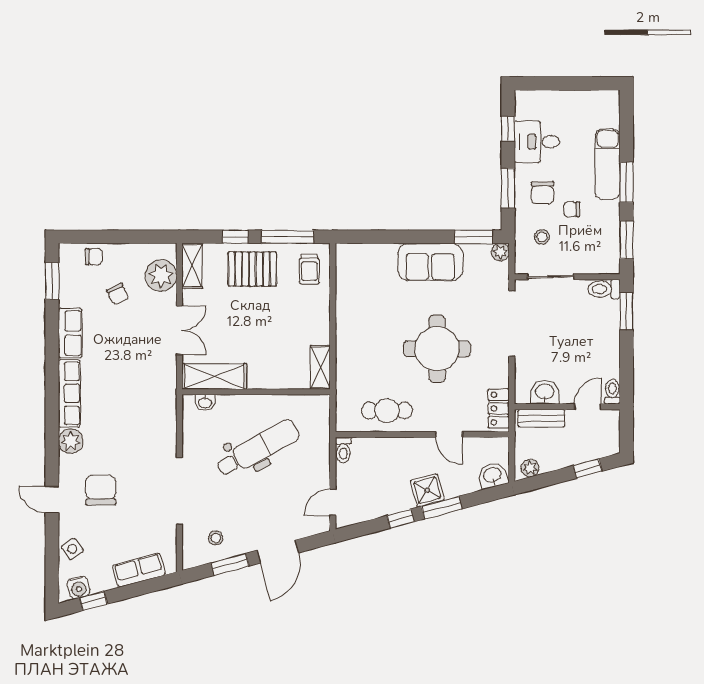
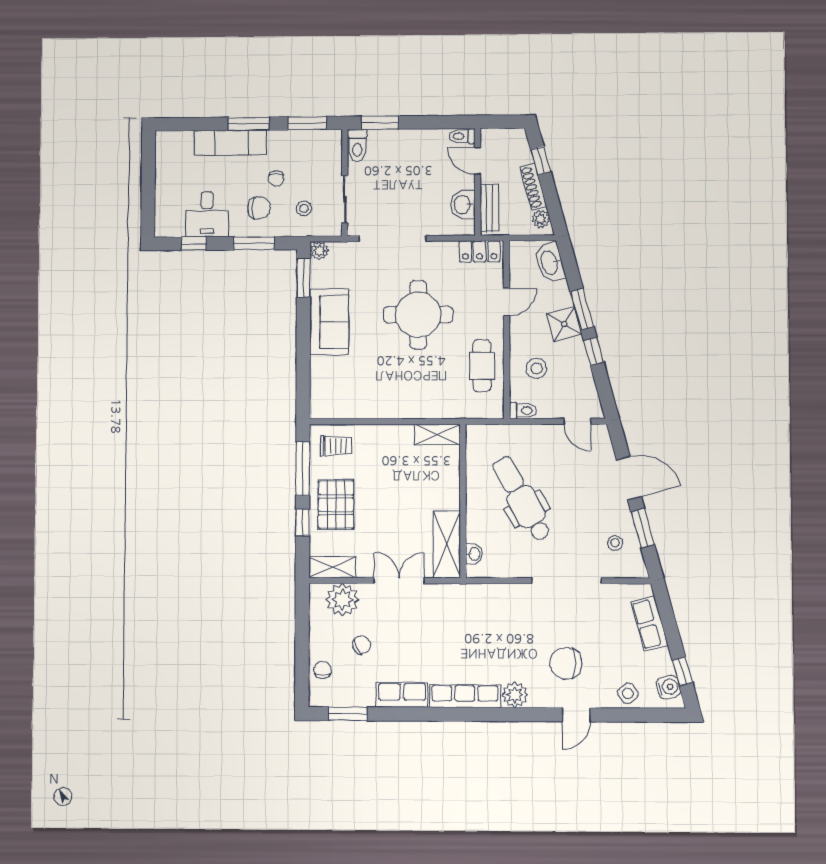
shoe rack: (562, 461) -> (533, 187), added
stool: (384, 463) -> (536, 368), added
washbasin: (492, 475) -> (550, 263), width x1.38

